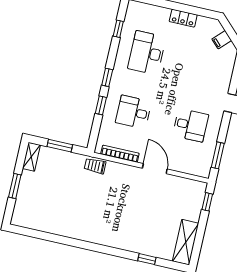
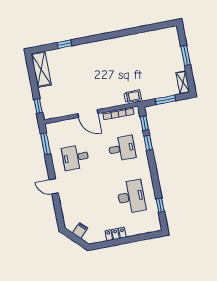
window: (107, 77) -> (144, 123), moved

